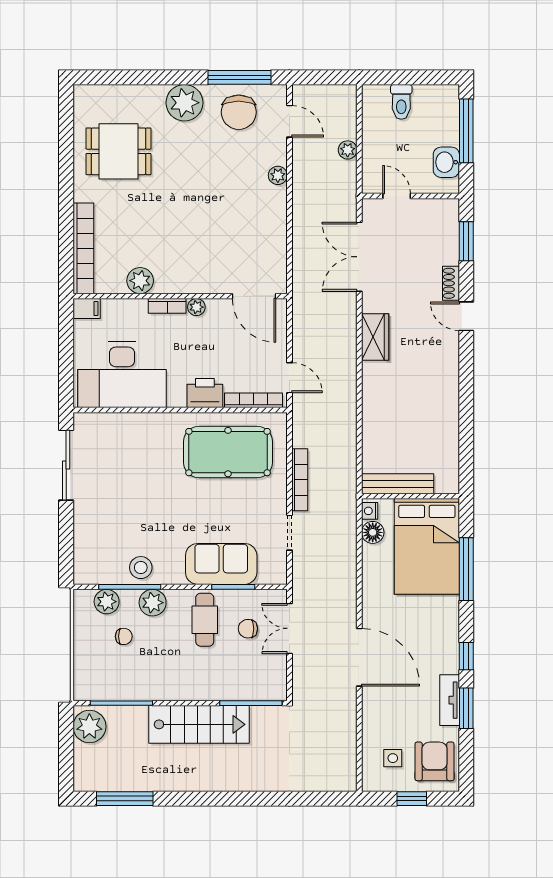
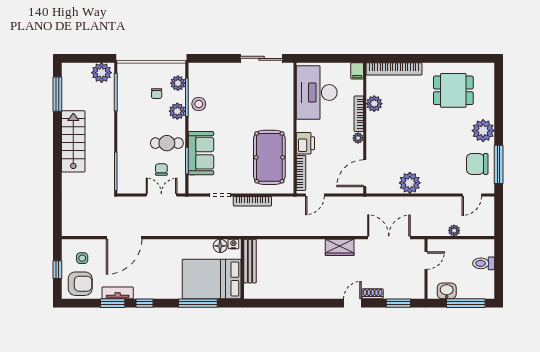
dining table: (119, 151) -> (453, 90), turned 90
plant: (278, 175) -> (410, 183), moved, width x1.87, depth x1.87
bookcase: (167, 306) -> (359, 114), width x1.56
door: (359, 657) -> (124, 238), moved
stairs: (199, 724) -> (73, 141), moved, turned 180

